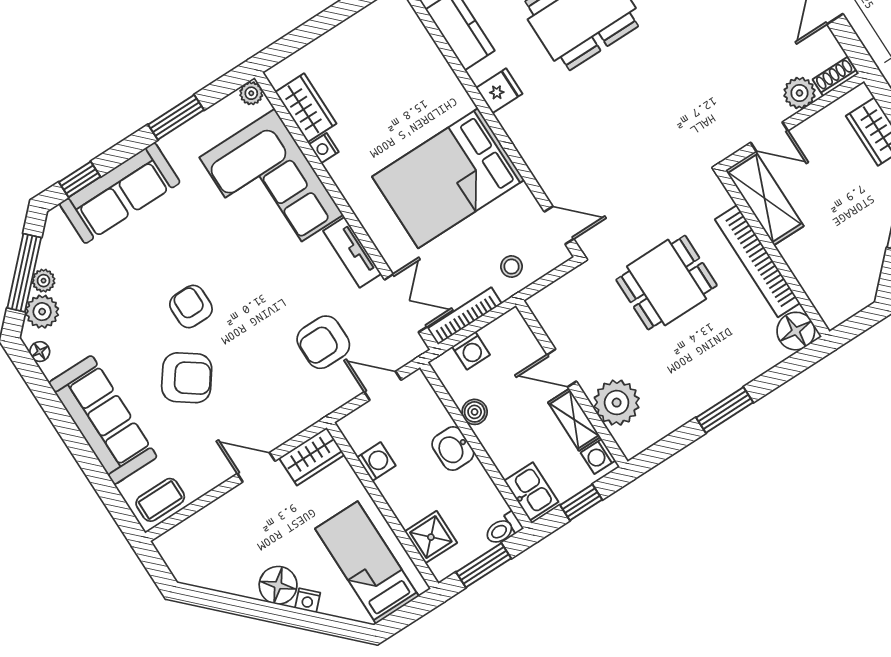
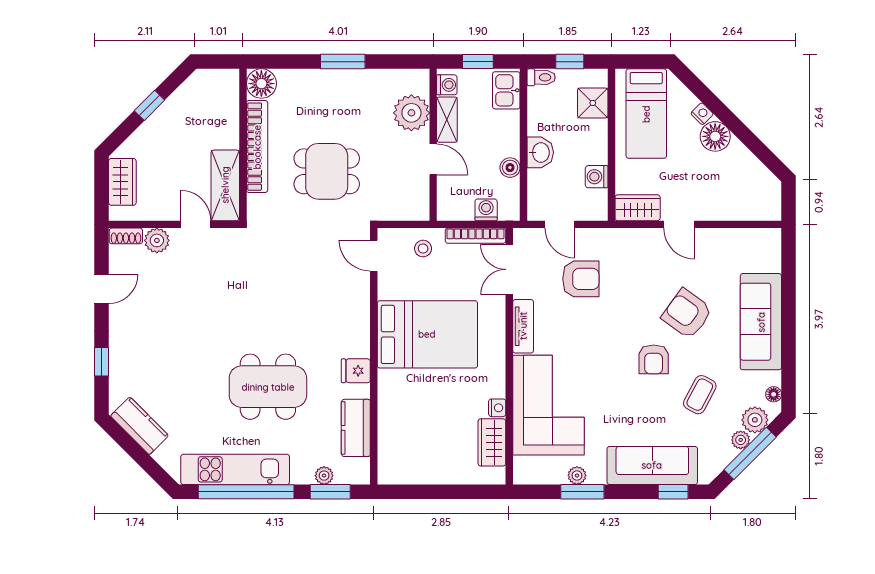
plant: (251, 93) -> (577, 475), moved
coffee table: (160, 500) -> (700, 395), moved, turned -62
window: (484, 565) -> (570, 62), width x0.67

